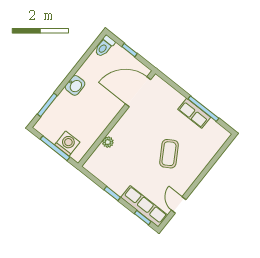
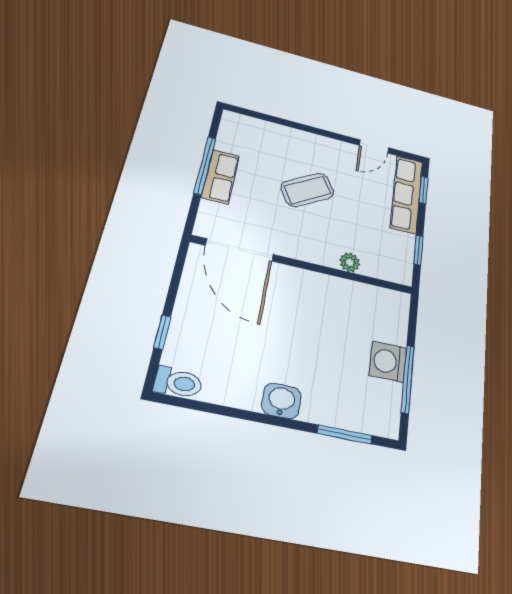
door: (138, 92) -> (240, 250), moved
wall: (117, 119) -> (304, 265), moved
plant: (108, 142) -> (350, 262), moved

